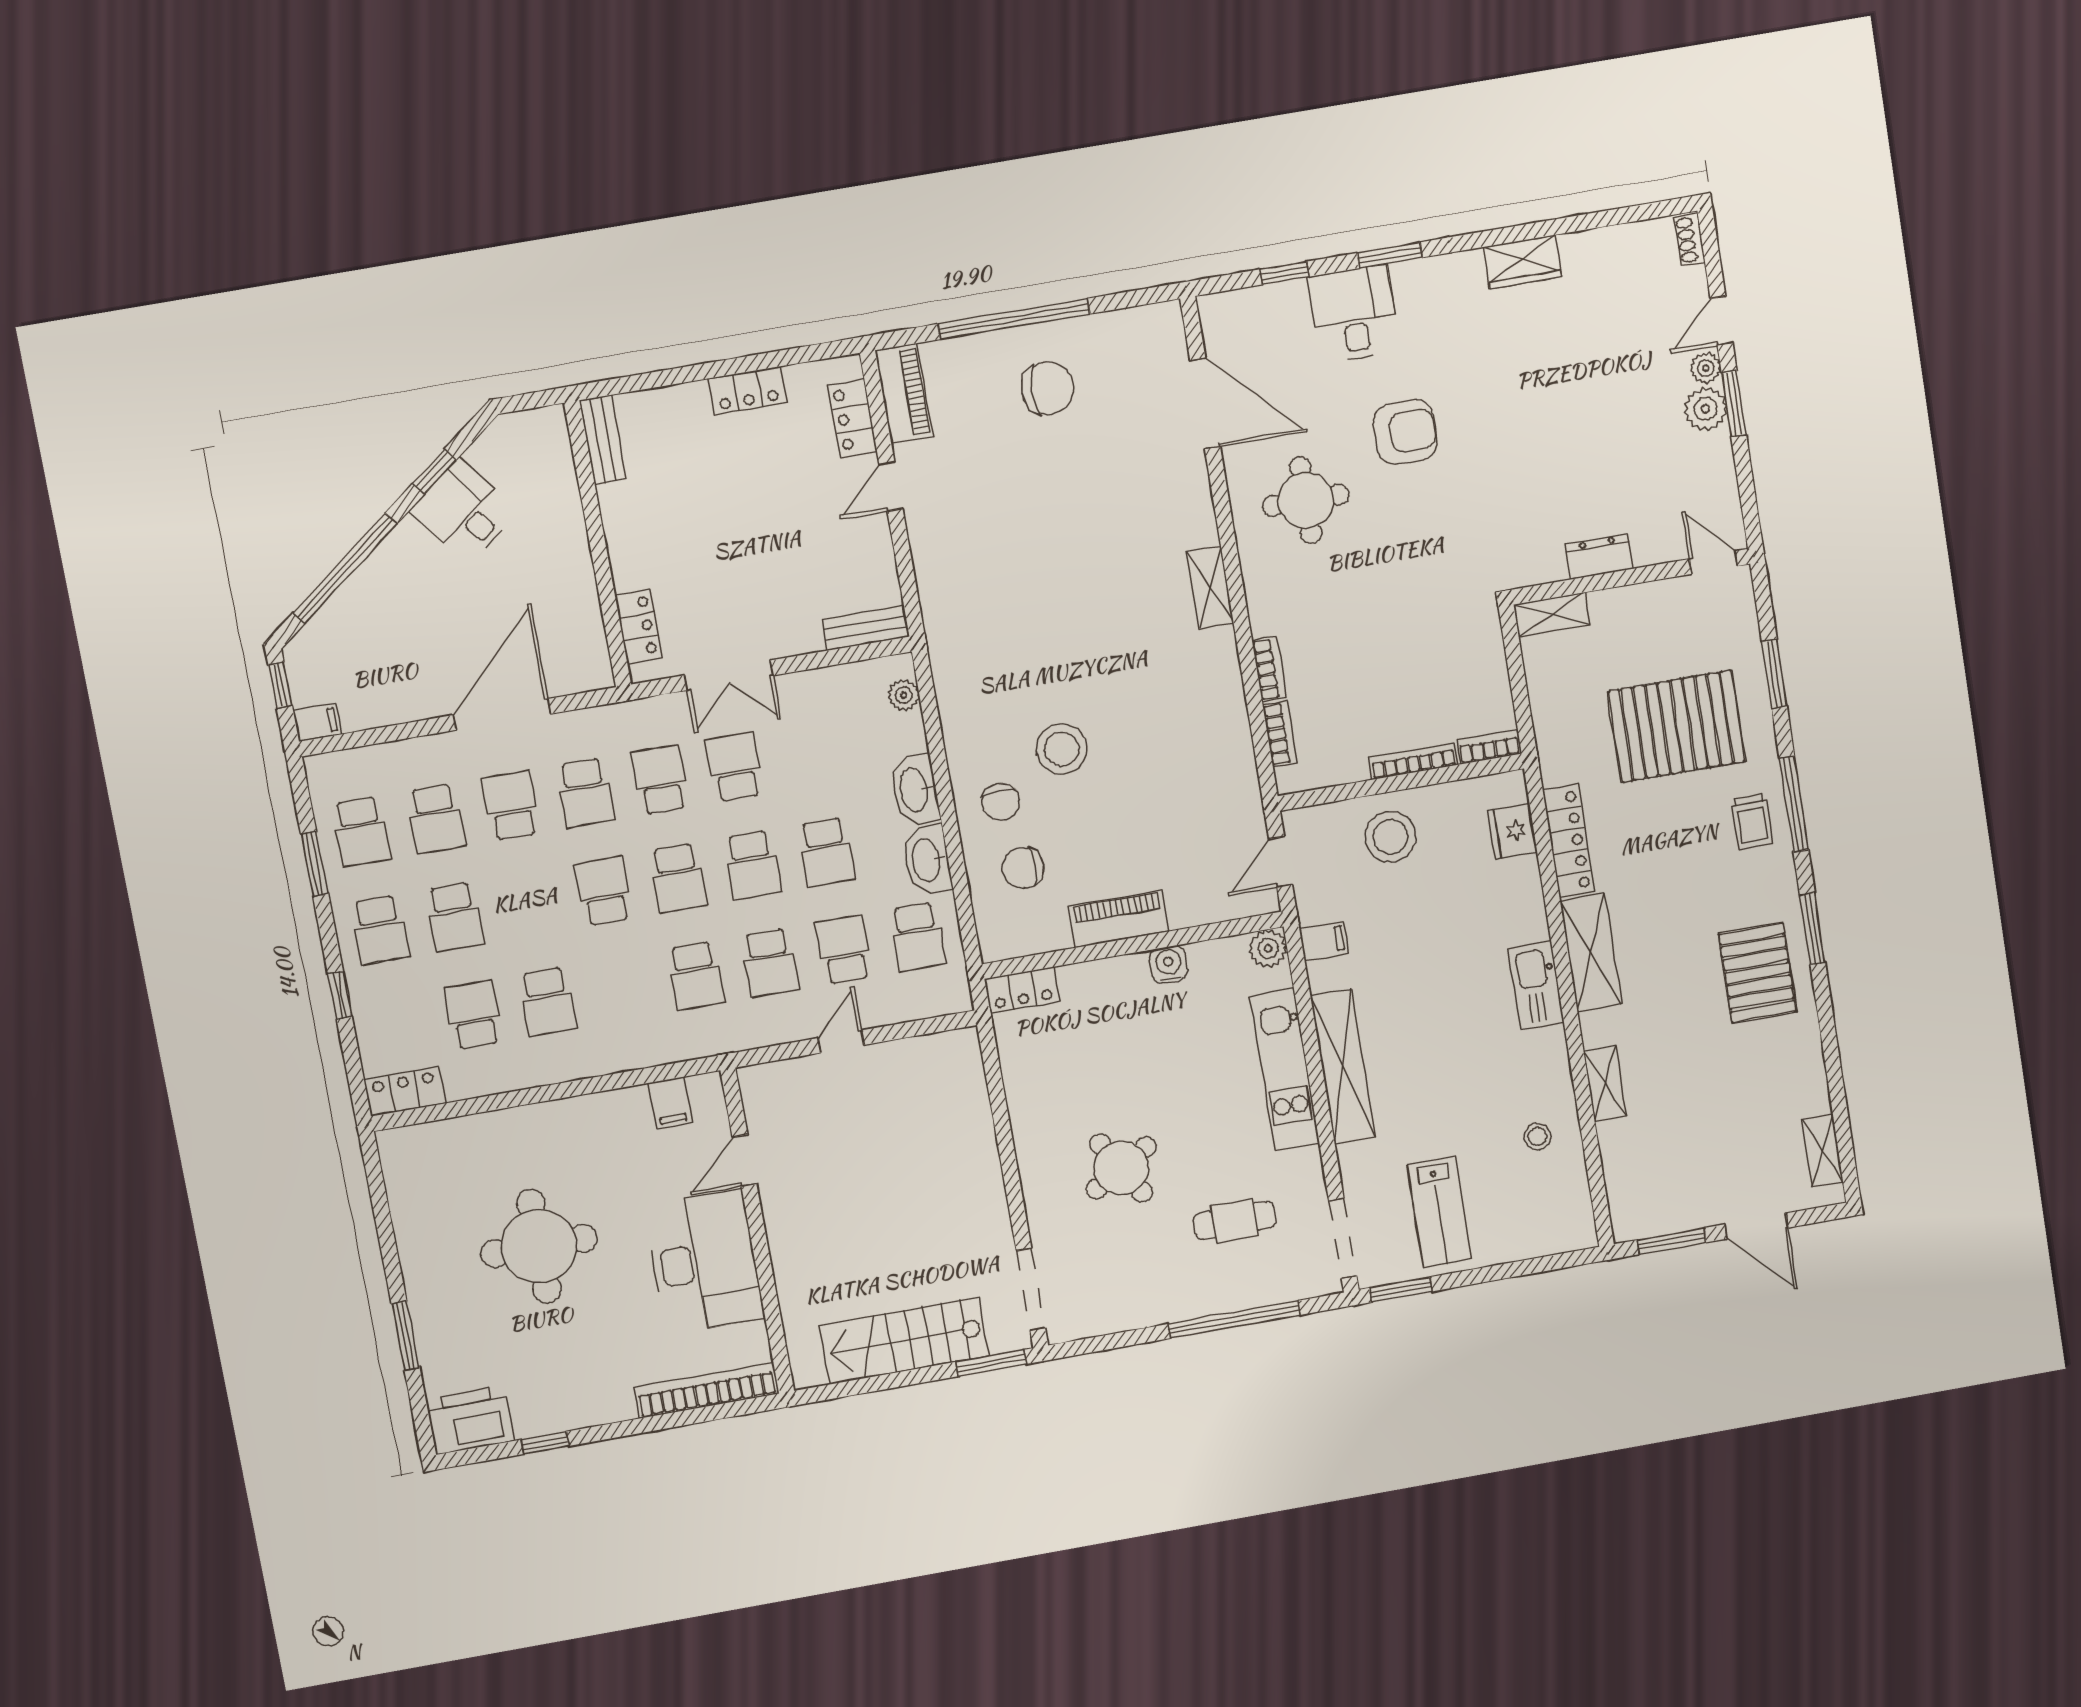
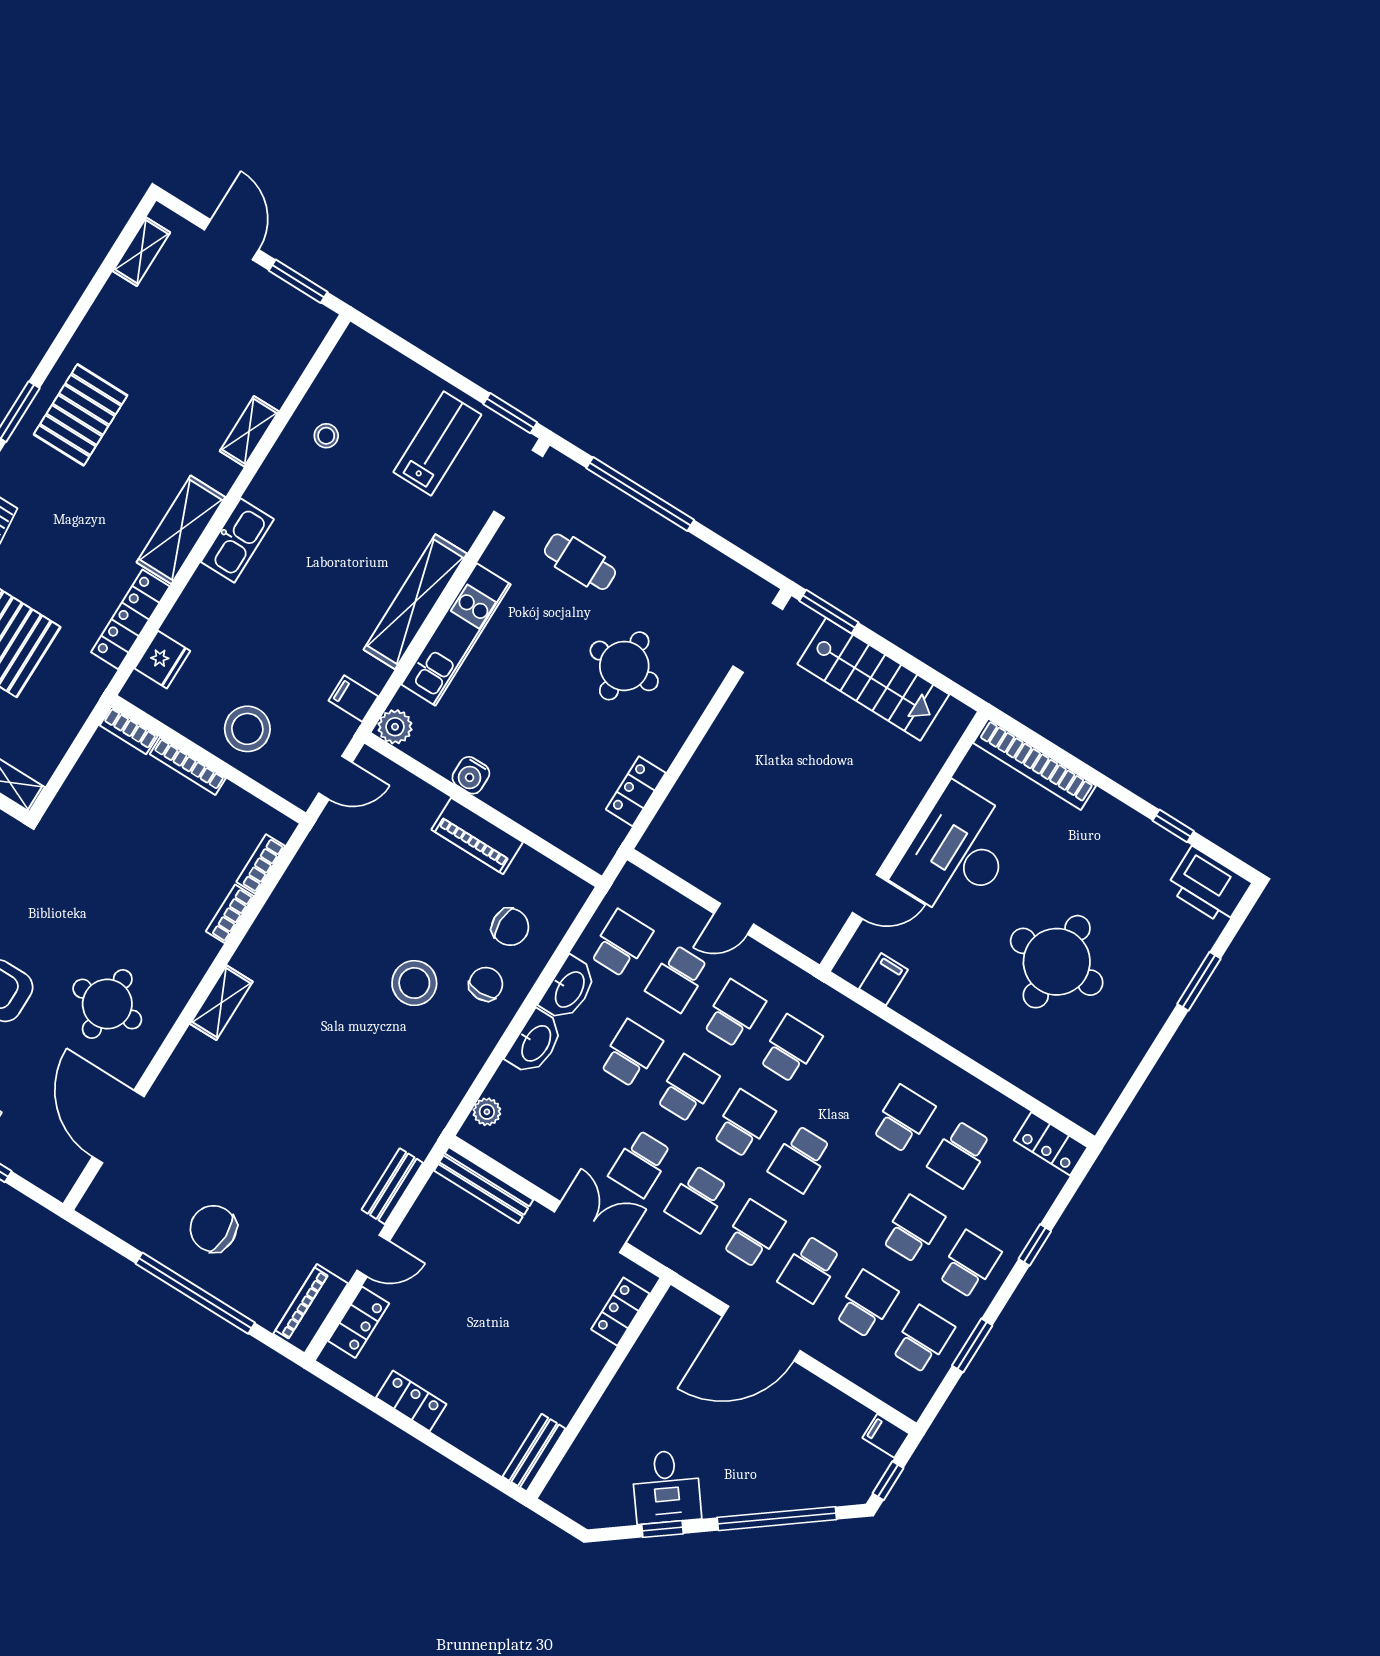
bench: (927, 560) -> (392, 1186), added
bench: (866, 628) -> (484, 1185), width x1.36
locker: (1022, 990) -> (636, 791), moved, turned -90
round table: (1121, 1168) -> (624, 666), turned 31

